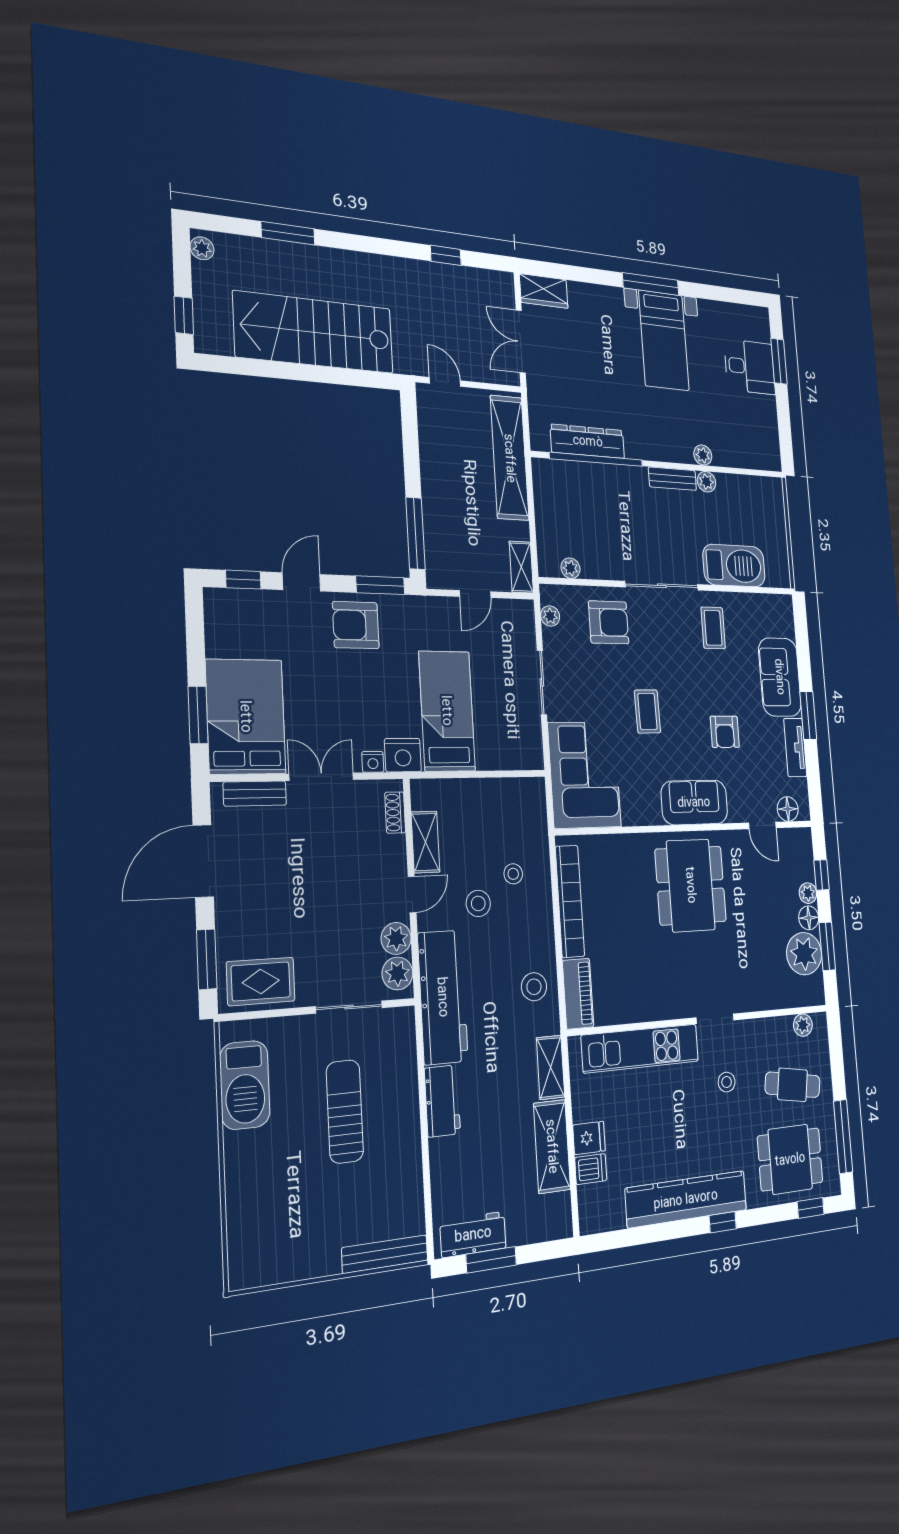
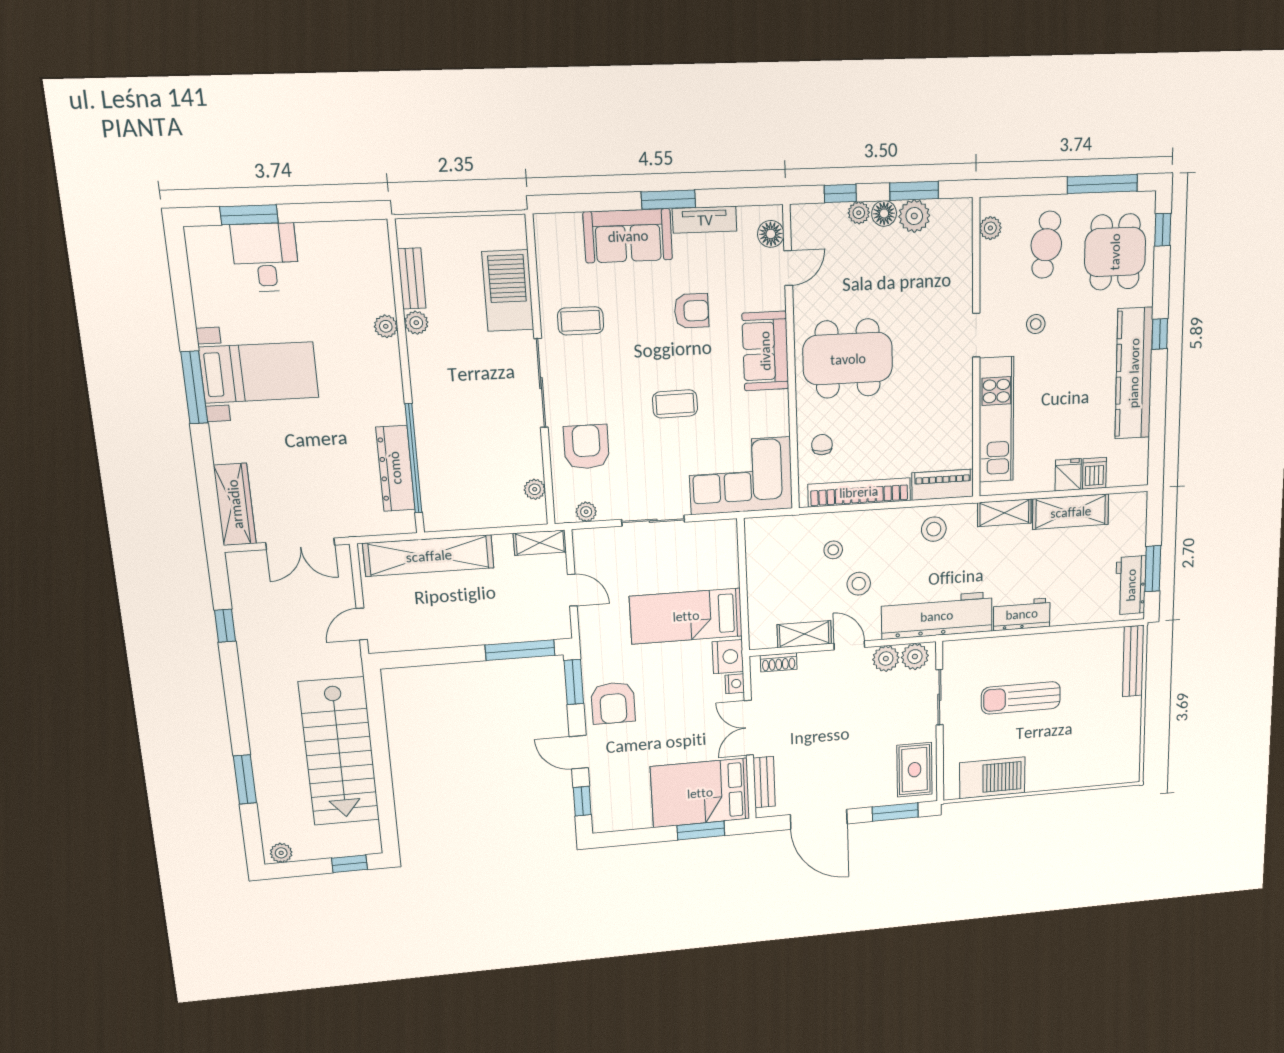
wardrobe: (544, 291) -> (235, 504), width x1.50
bench: (672, 479) -> (412, 278), moved
chair: (614, 860) -> (822, 445), added
plant: (804, 954) -> (914, 216), width x0.73, depth x0.73

